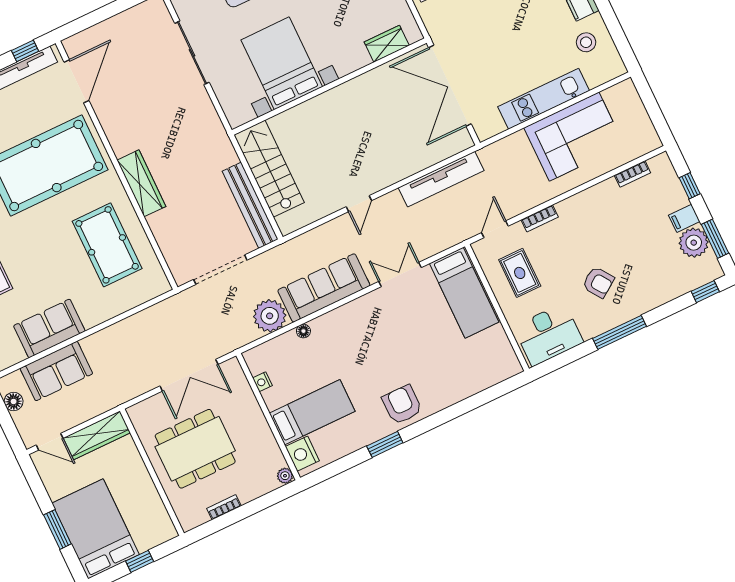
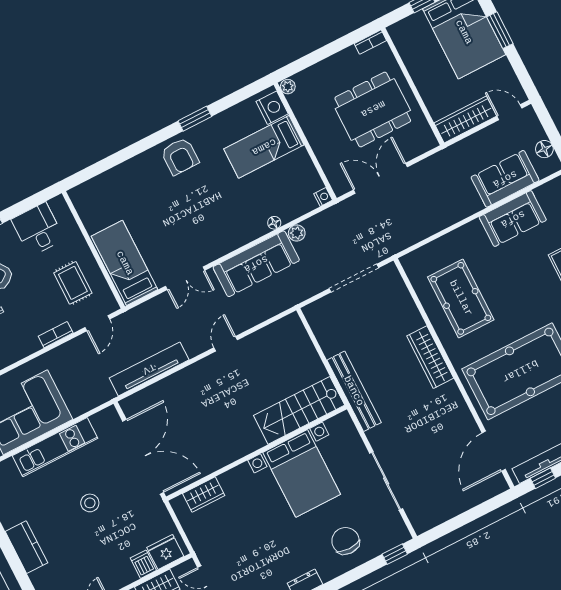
stool: (586, 42) -> (90, 503), moved
stairs: (269, 169) -> (299, 410), moved, turned 90
bench: (250, 205) -> (354, 391), moved
plant: (270, 316) -> (297, 233), width x0.53, depth x0.53
desk: (548, 334) -> (38, 229), width x0.73
nightstand: (262, 382) -> (323, 197), moved
bookcase: (224, 507) -> (370, 42), moved

